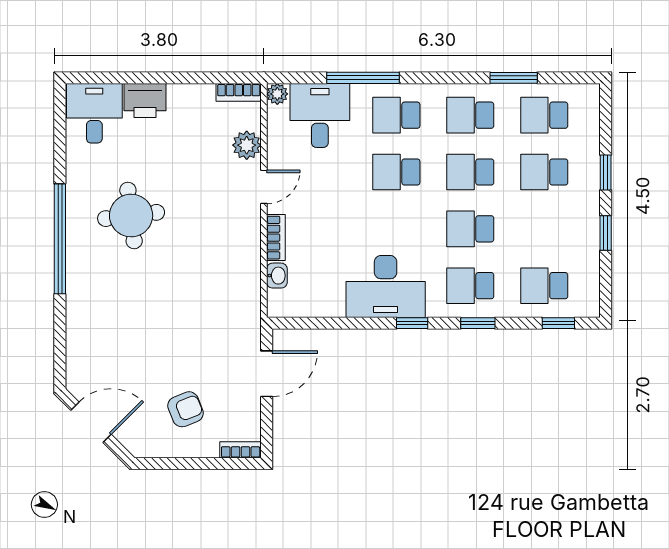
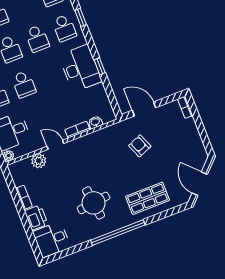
bookcase: (239, 92) -> (24, 197), moved
shop shelf: (101, 317) -> (148, 198), added
window: (412, 323) -> (100, 66), moved
armchair: (186, 409) -> (140, 146), moved

